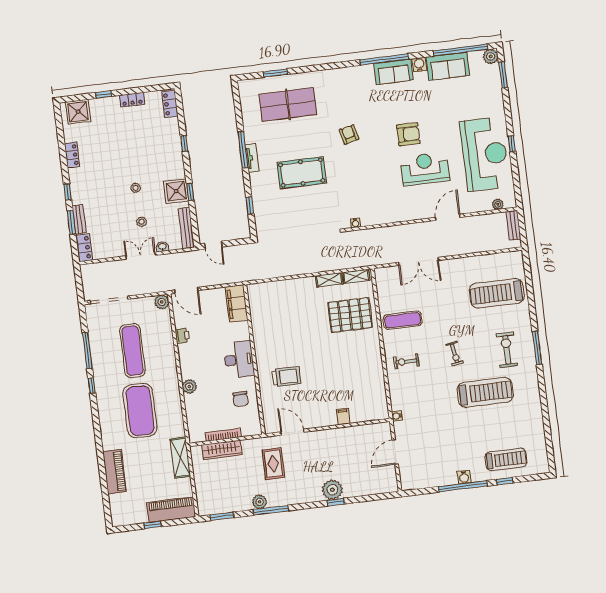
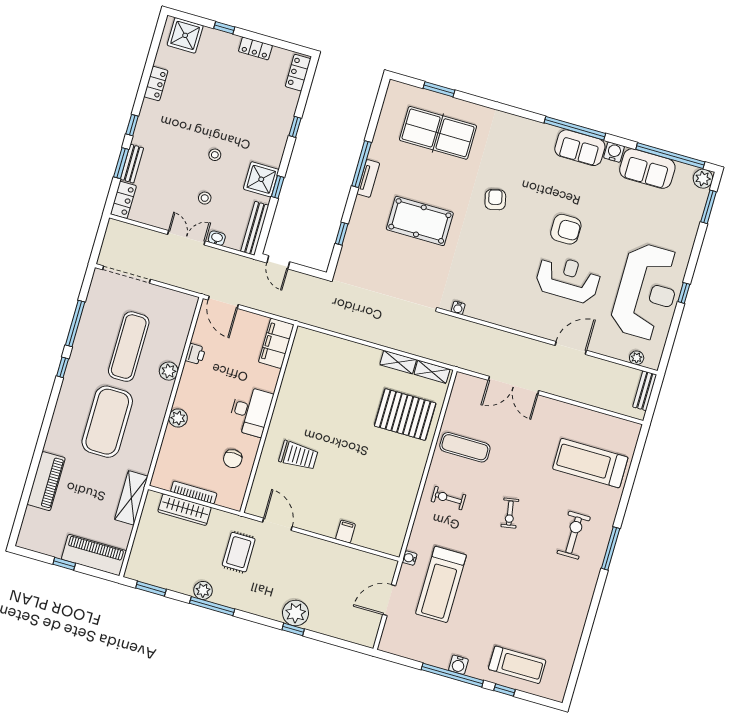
plant: (162, 302) -> (169, 371), moved
treadmill: (485, 392) -> (441, 584), moved, turned 90

